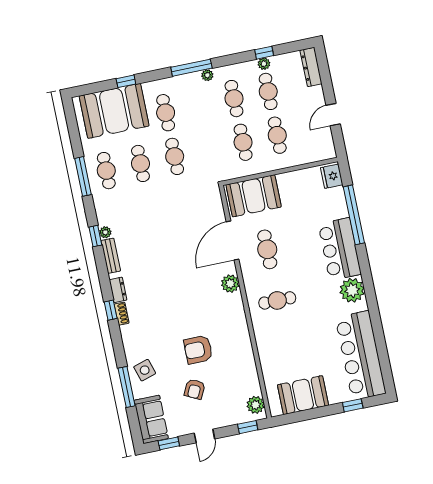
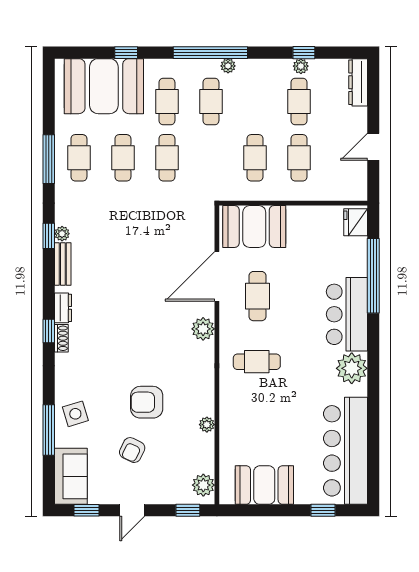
window: (191, 68) -> (210, 53), width x1.46
cafe table: (234, 99) -> (211, 101), moved
plant: (248, 357) -> (207, 425), added

